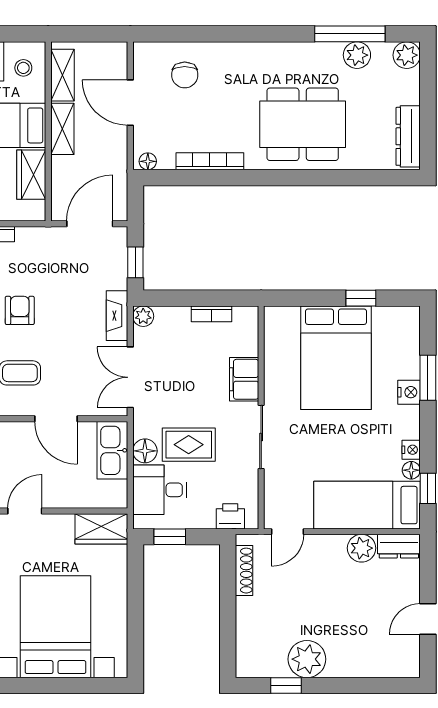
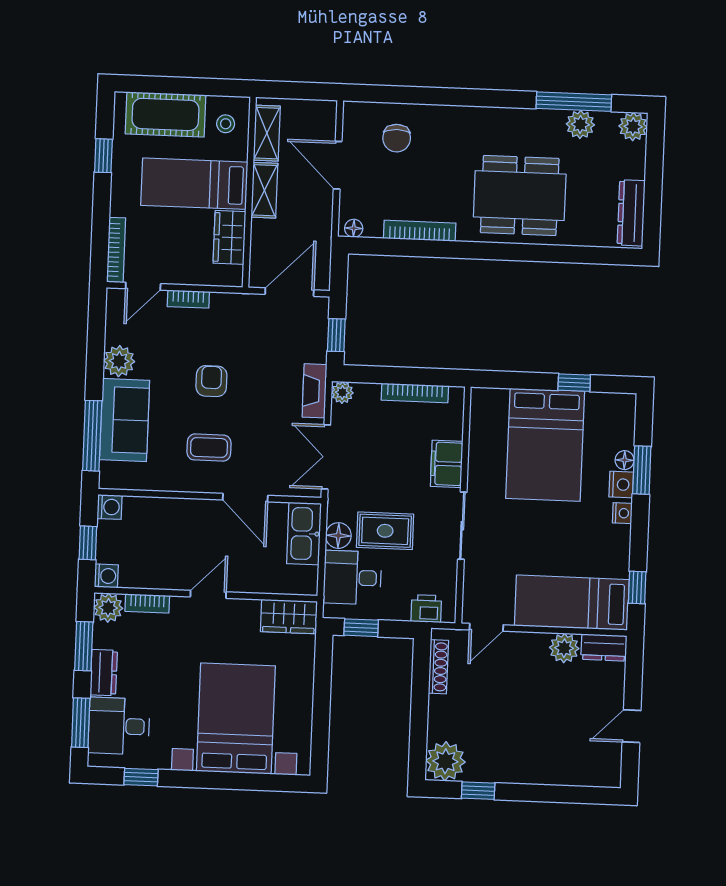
bookcase: (211, 314) -> (415, 393), width x1.56
nightstand: (411, 450) -> (622, 513), moved
floor lamp: (411, 470) -> (625, 460), moved
plant: (307, 659) -> (445, 761), moved

